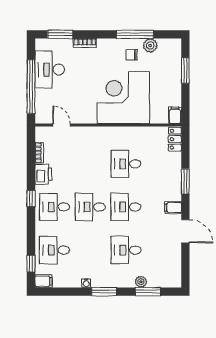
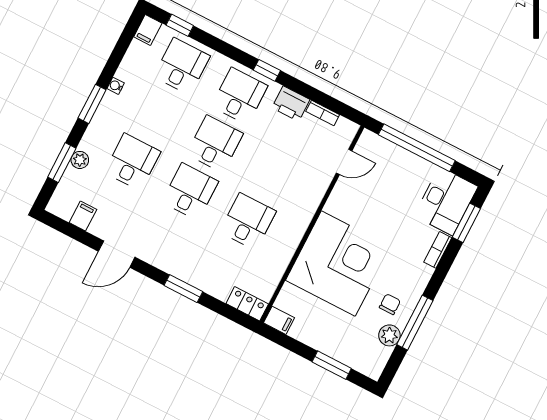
desk: (50, 70) -> (446, 201), moved, turned 90
filing cabinet: (173, 208) -> (83, 216), moved

